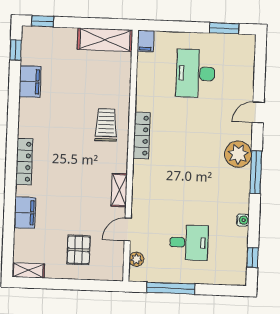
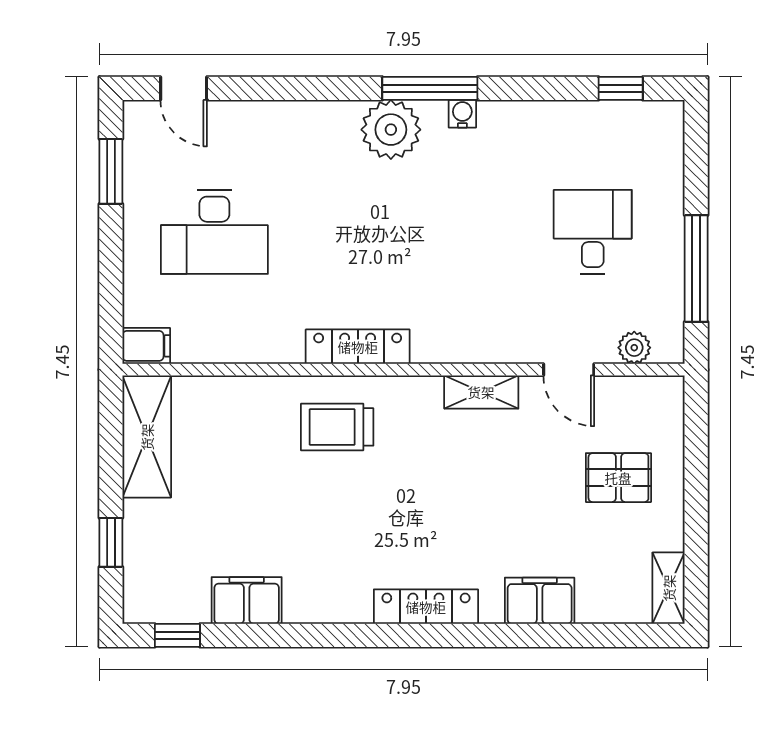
window: (43, 21) -> (111, 542), moved
door: (258, 112) -> (184, 88), moved
water cooler: (243, 220) -> (462, 114), moved

